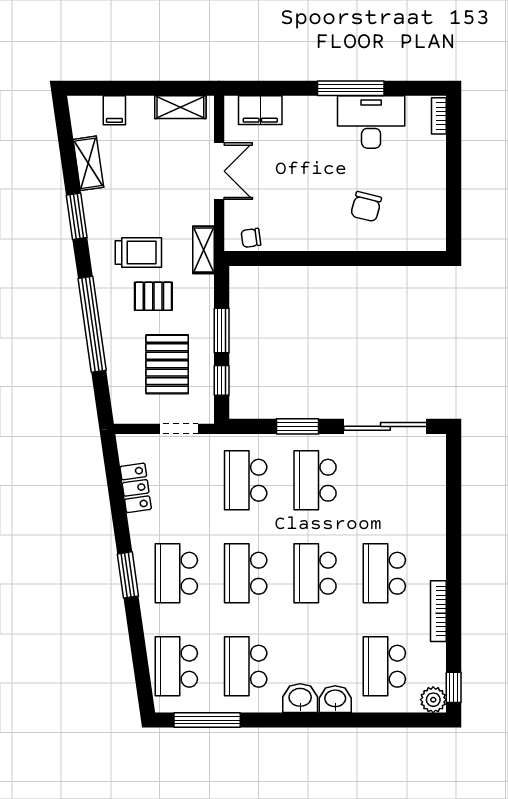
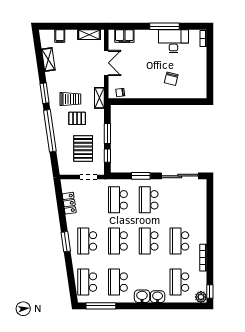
window: (77, 216) -> (45, 93), moved

